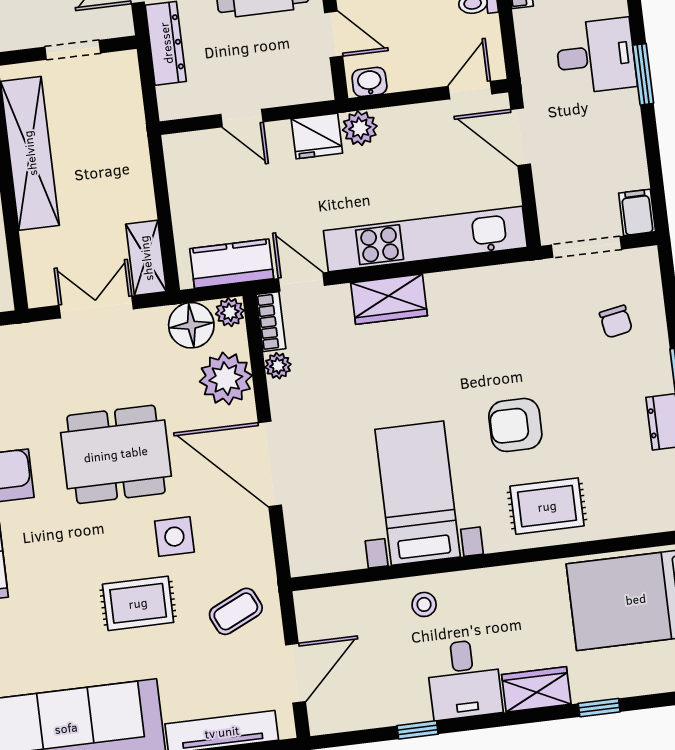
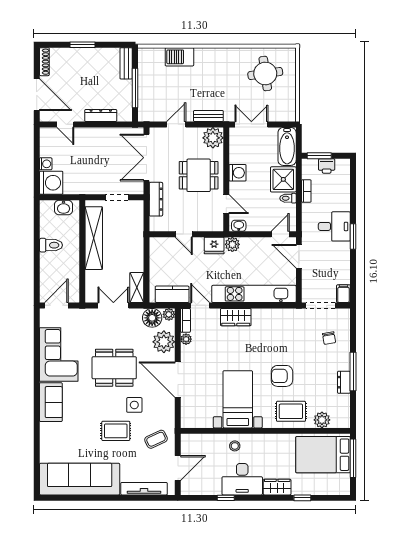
plant: (623, 517) -> (322, 420), added
desk: (464, 679) -> (242, 479), width x1.37

